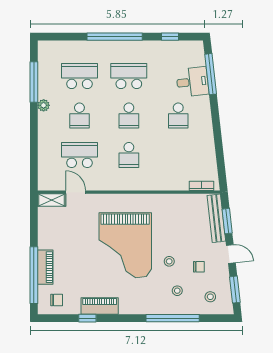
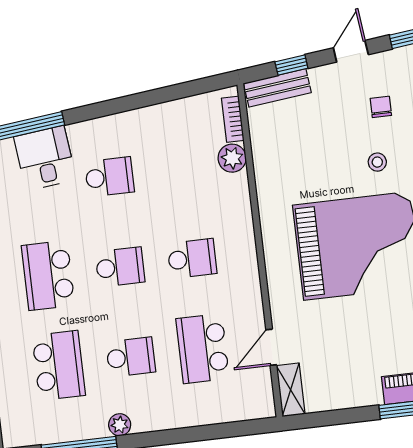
school desk: (79, 76) -> (59, 365), turned 180
plant: (181, 183) -> (232, 158), added
bench: (216, 218) -> (277, 88), width x0.73
window: (227, 221) -> (291, 65), width x0.67

